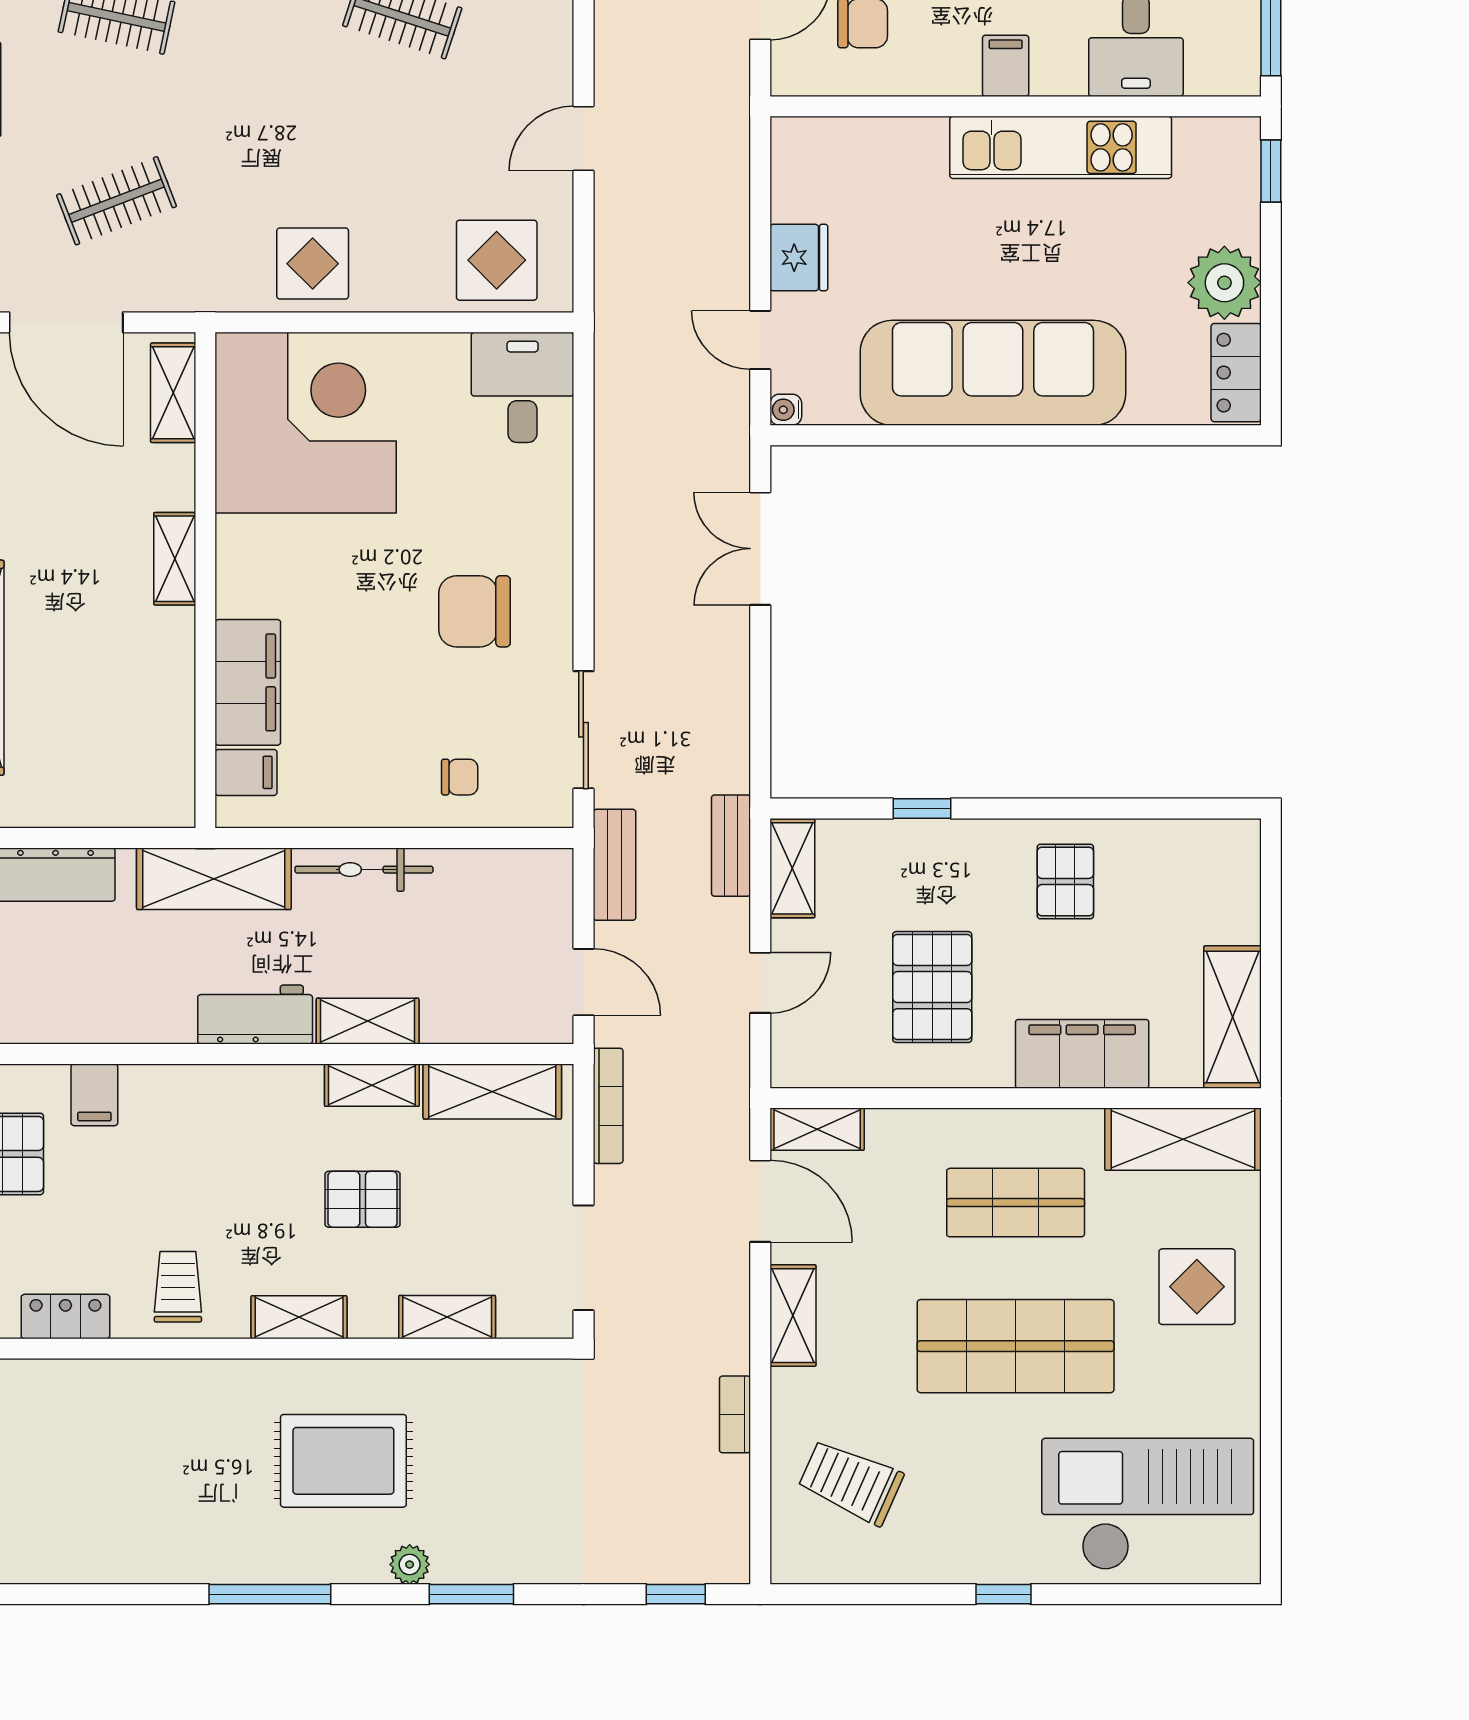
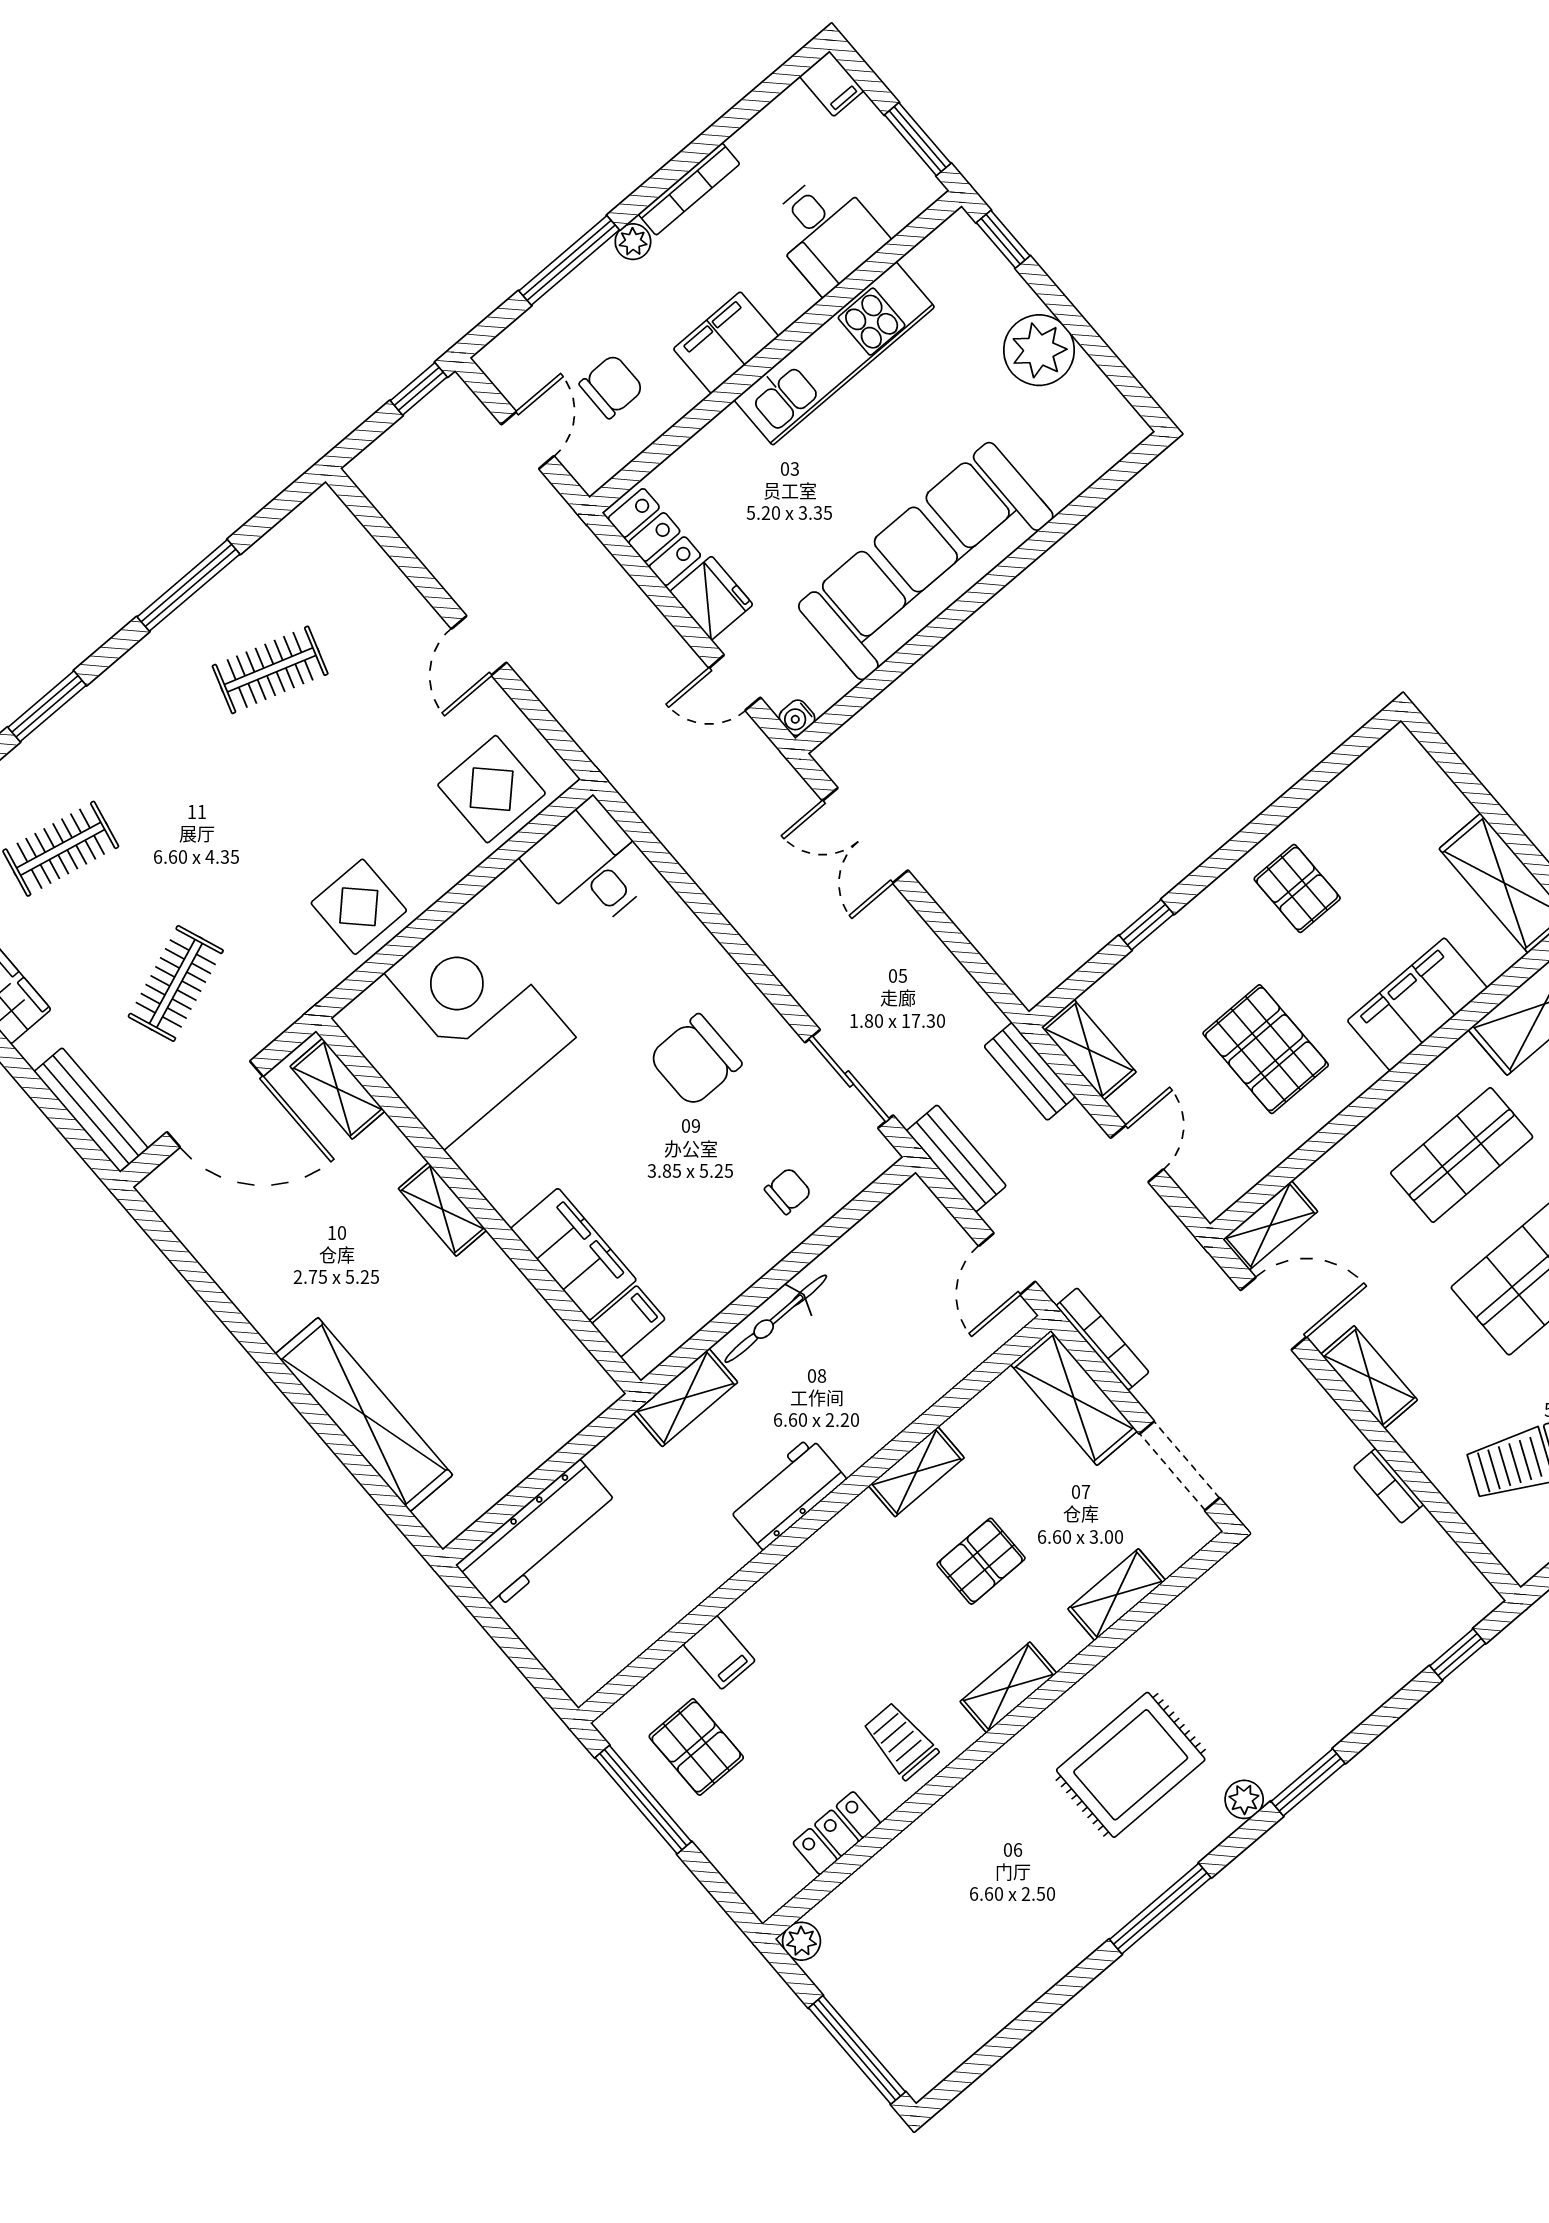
filing cabinet: (1006, 66) -> (726, 343), width x2.00
locker: (1236, 373) -> (654, 537), moved, turned 180
shelving: (214, 879) -> (686, 1398), width x0.67, depth x0.75
door: (583, 982) -> (1007, 1264), swing flipped
shelving: (368, 1021) -> (873, 1428), removed
shelving: (492, 1091) -> (1074, 1398), moved, turned 90

